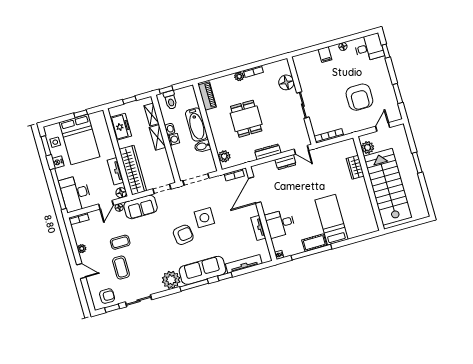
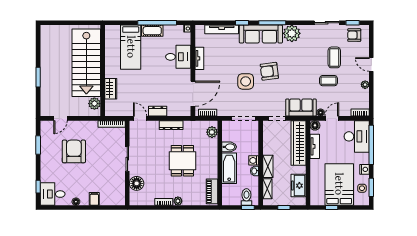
plant: (367, 147) -> (94, 104), moved
wardrobe: (355, 167) -> (111, 89), moved
wall: (369, 183) -> (103, 71), moved
stairs: (387, 187) -> (86, 63), moved

